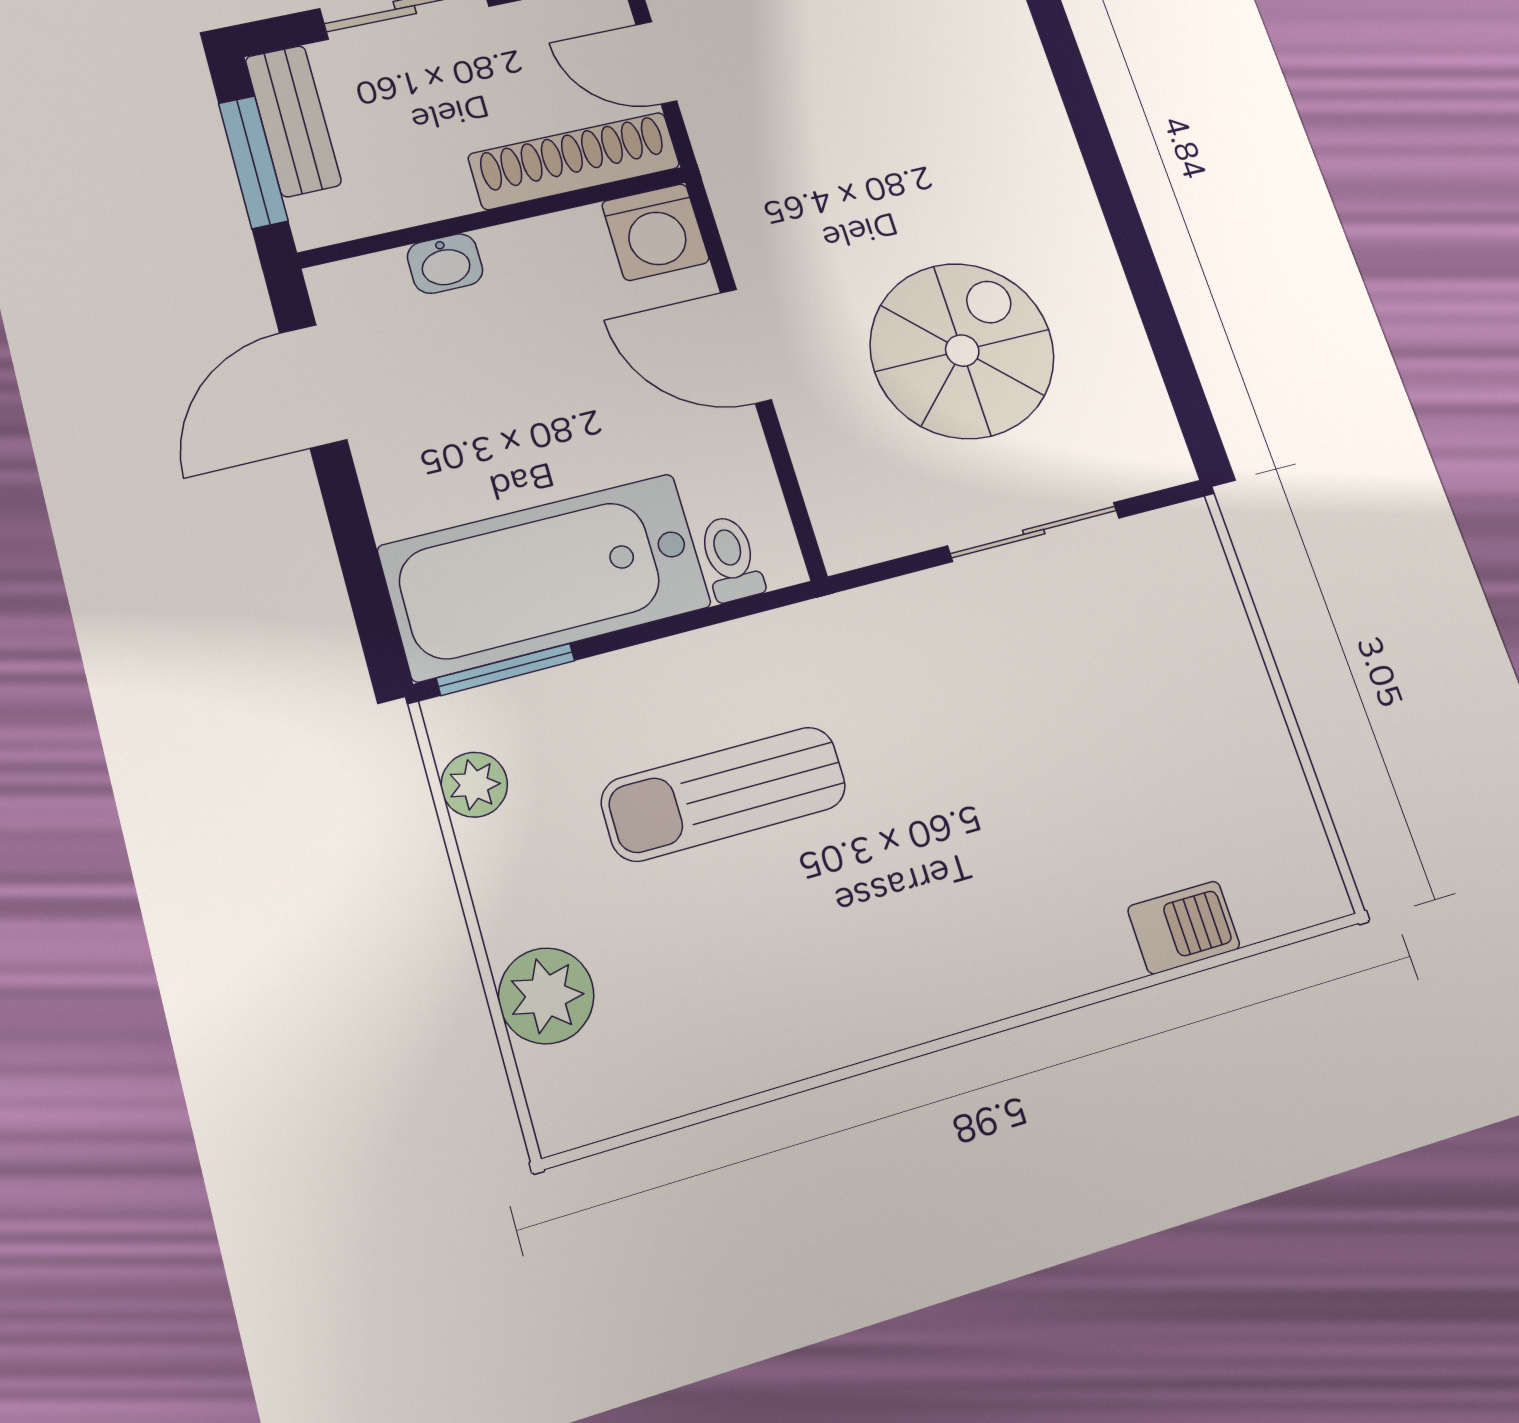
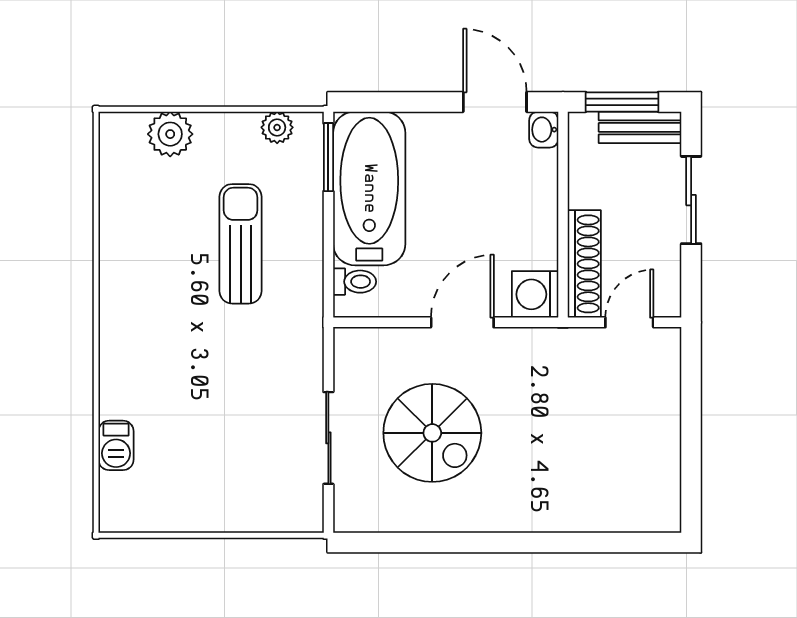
washbasin: (445, 264) -> (544, 130), moved

